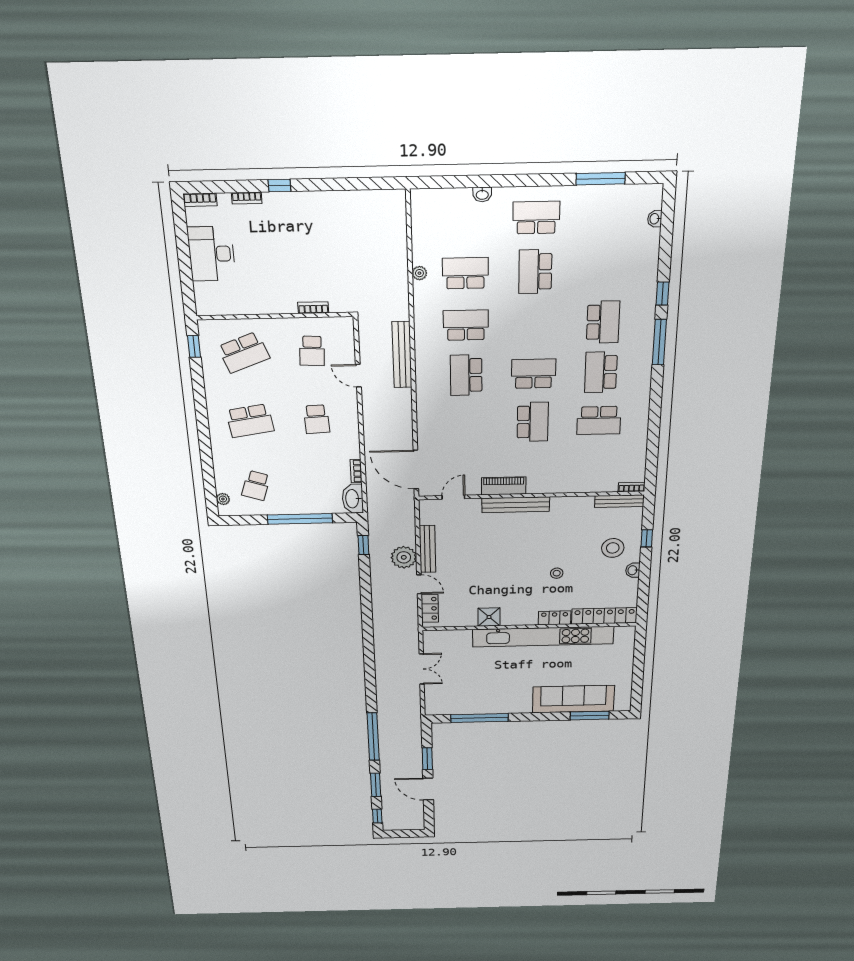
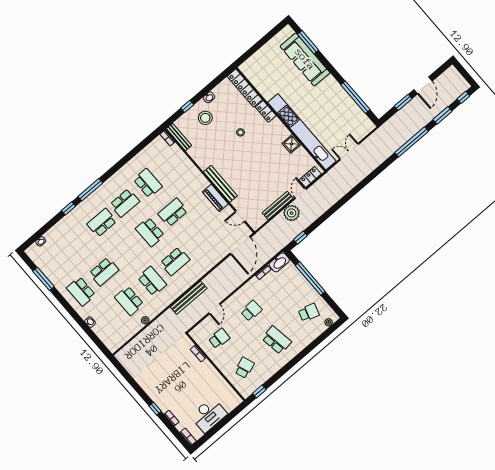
school desk: (466, 325) -> (152, 281), turned 180
school desk: (244, 352) -> (244, 368), width x0.54
kitchen unit: (543, 637) -> (302, 132), moved

